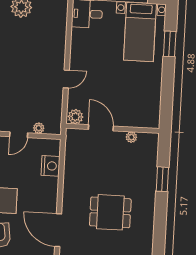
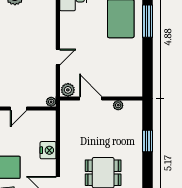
window: (170, 44) -> (148, 21), width x1.44
plant: (39, 128) -> (51, 102), moved
nightstand: (50, 166) -> (48, 150), moved

